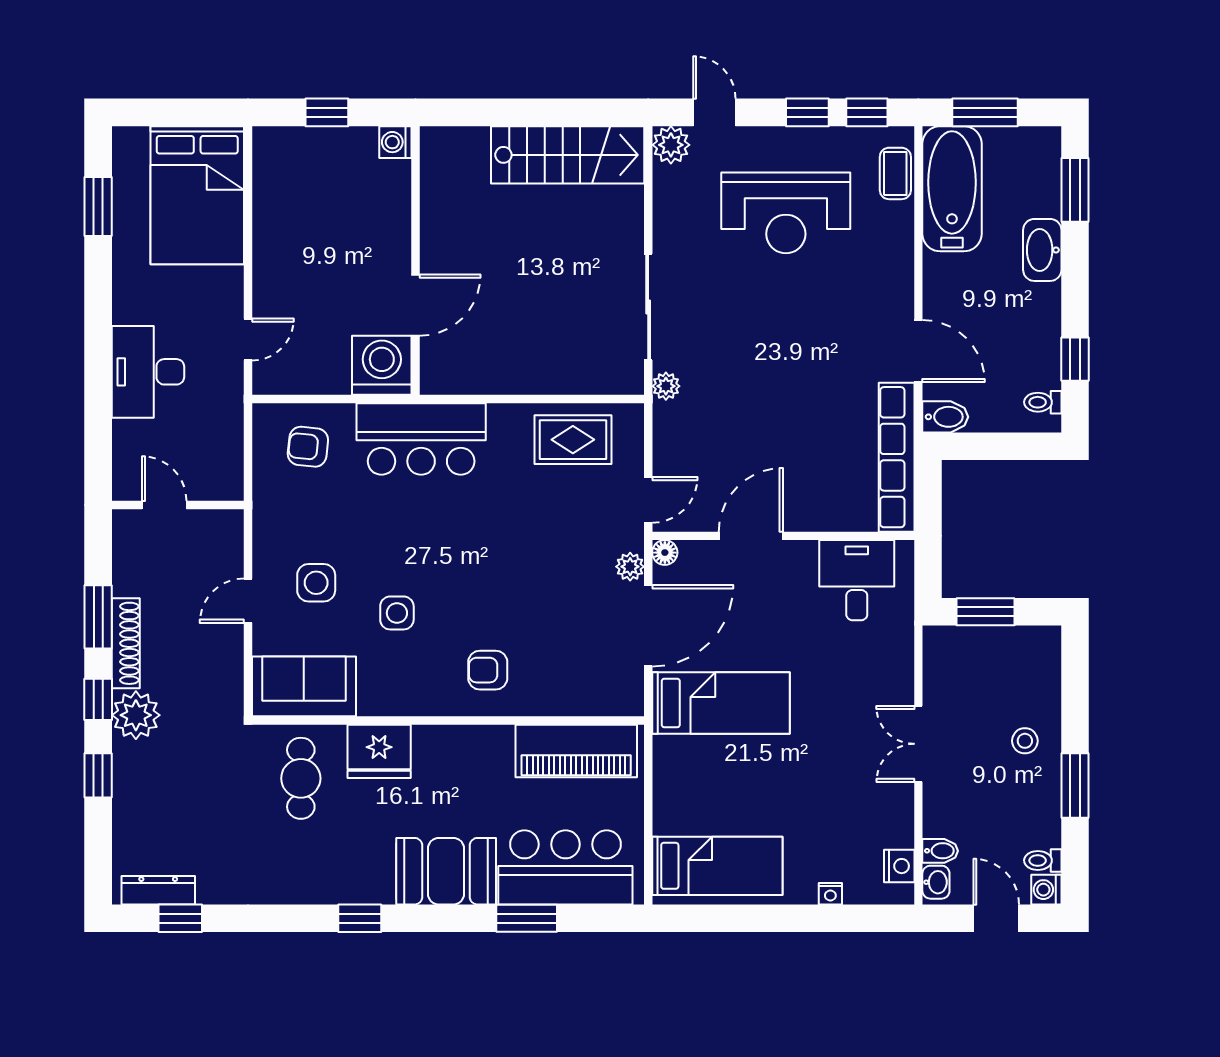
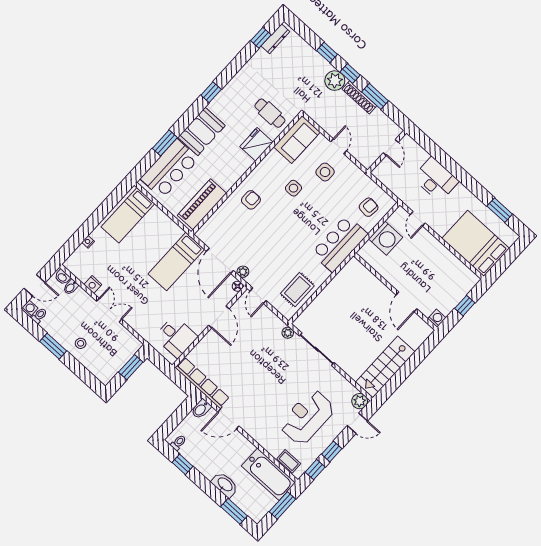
door: (416, 305) -> (407, 302), moved
washing machine: (382, 365) -> (386, 238), moved
door: (164, 505) -> (391, 147), hinge flipped
nightstand: (899, 866) -> (93, 285), moved

